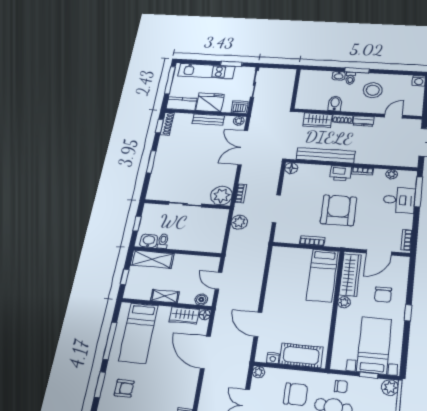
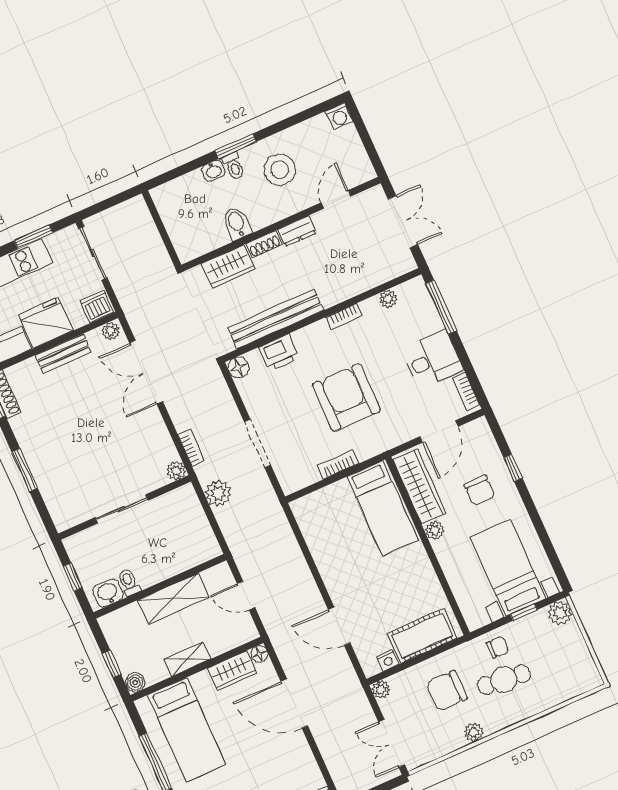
printer: (341, 173) -> (279, 353), moved
plant: (221, 196) -> (176, 471), width x0.53, depth x0.53
desk: (399, 200) -> (433, 360), moved
shelving: (152, 259) -> (173, 599), moved
boiler: (201, 300) -> (135, 682), moved
window: (408, 313) -> (513, 468), moved
chair: (296, 394) -> (447, 691), turned 180

